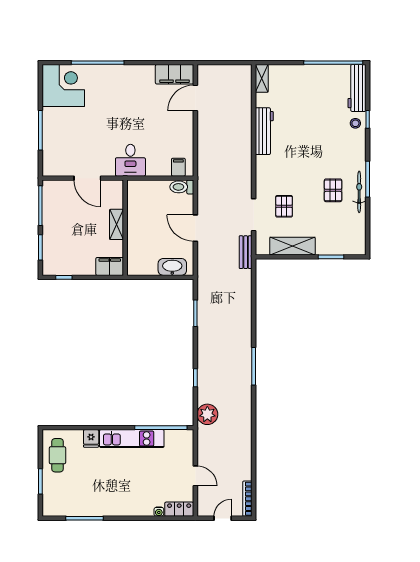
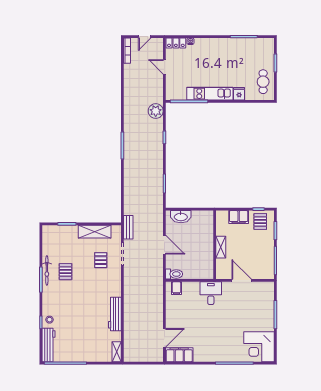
pallet: (61, 260) -> (260, 221), added
filing cabinet: (110, 266) -> (239, 217), moved

